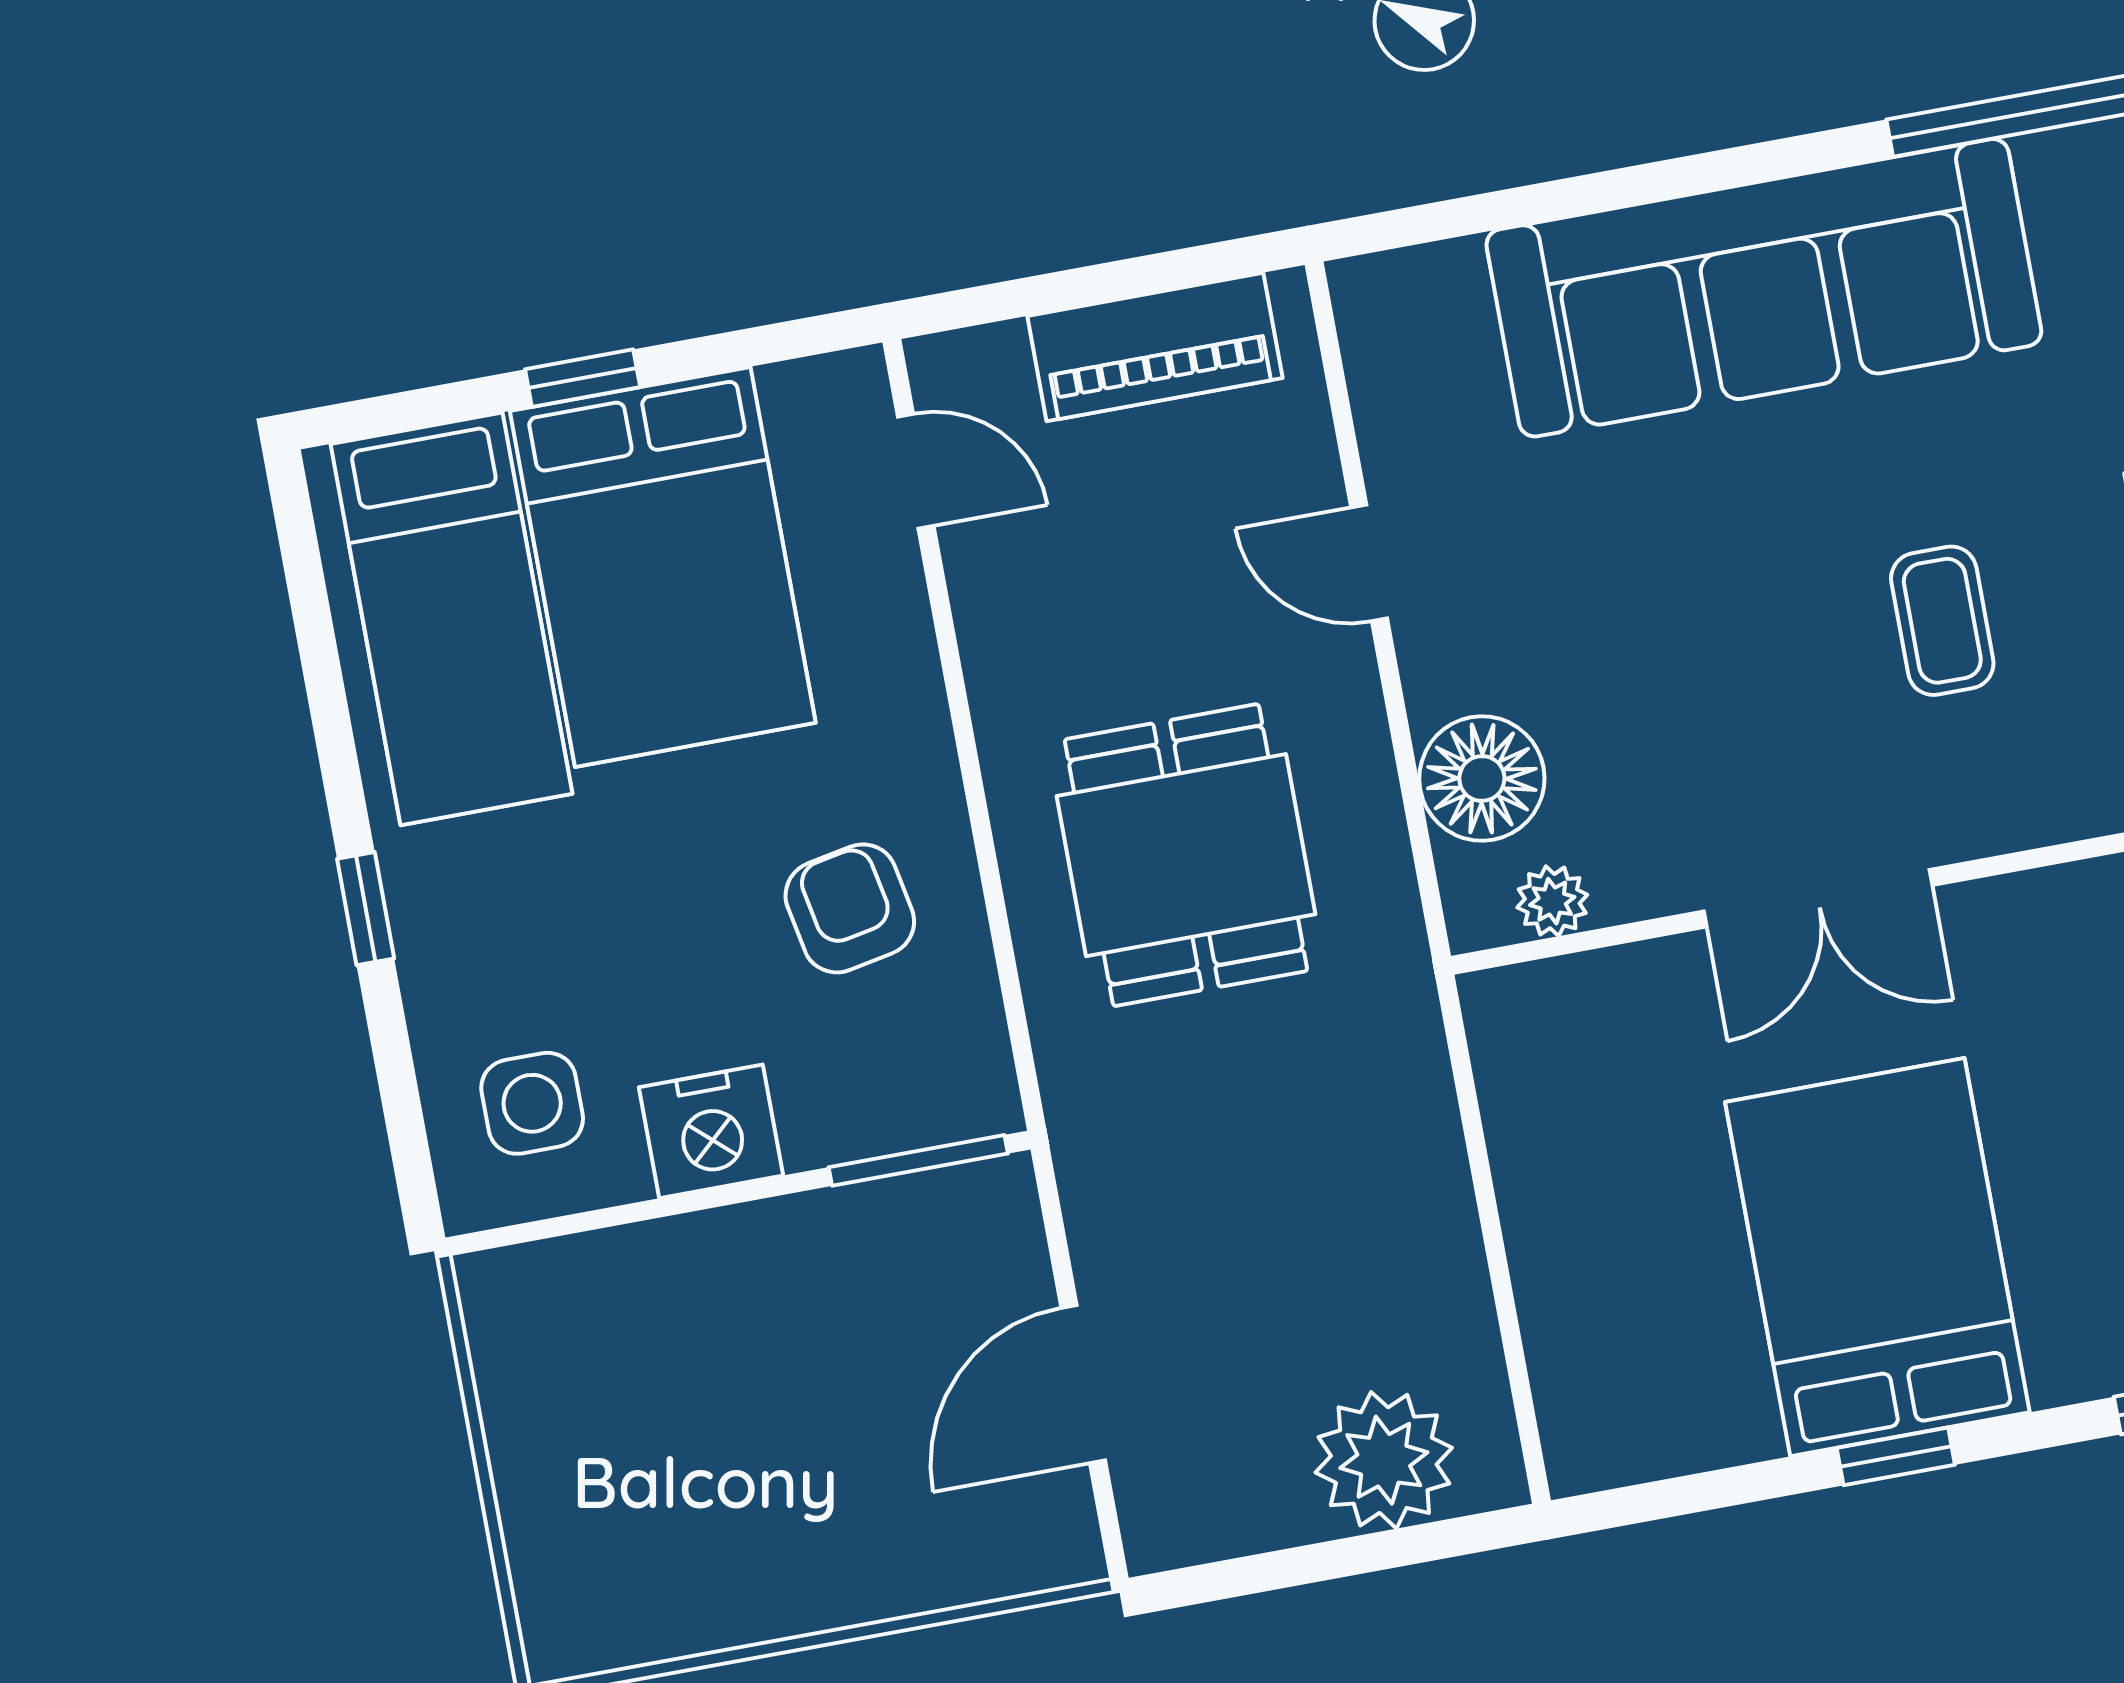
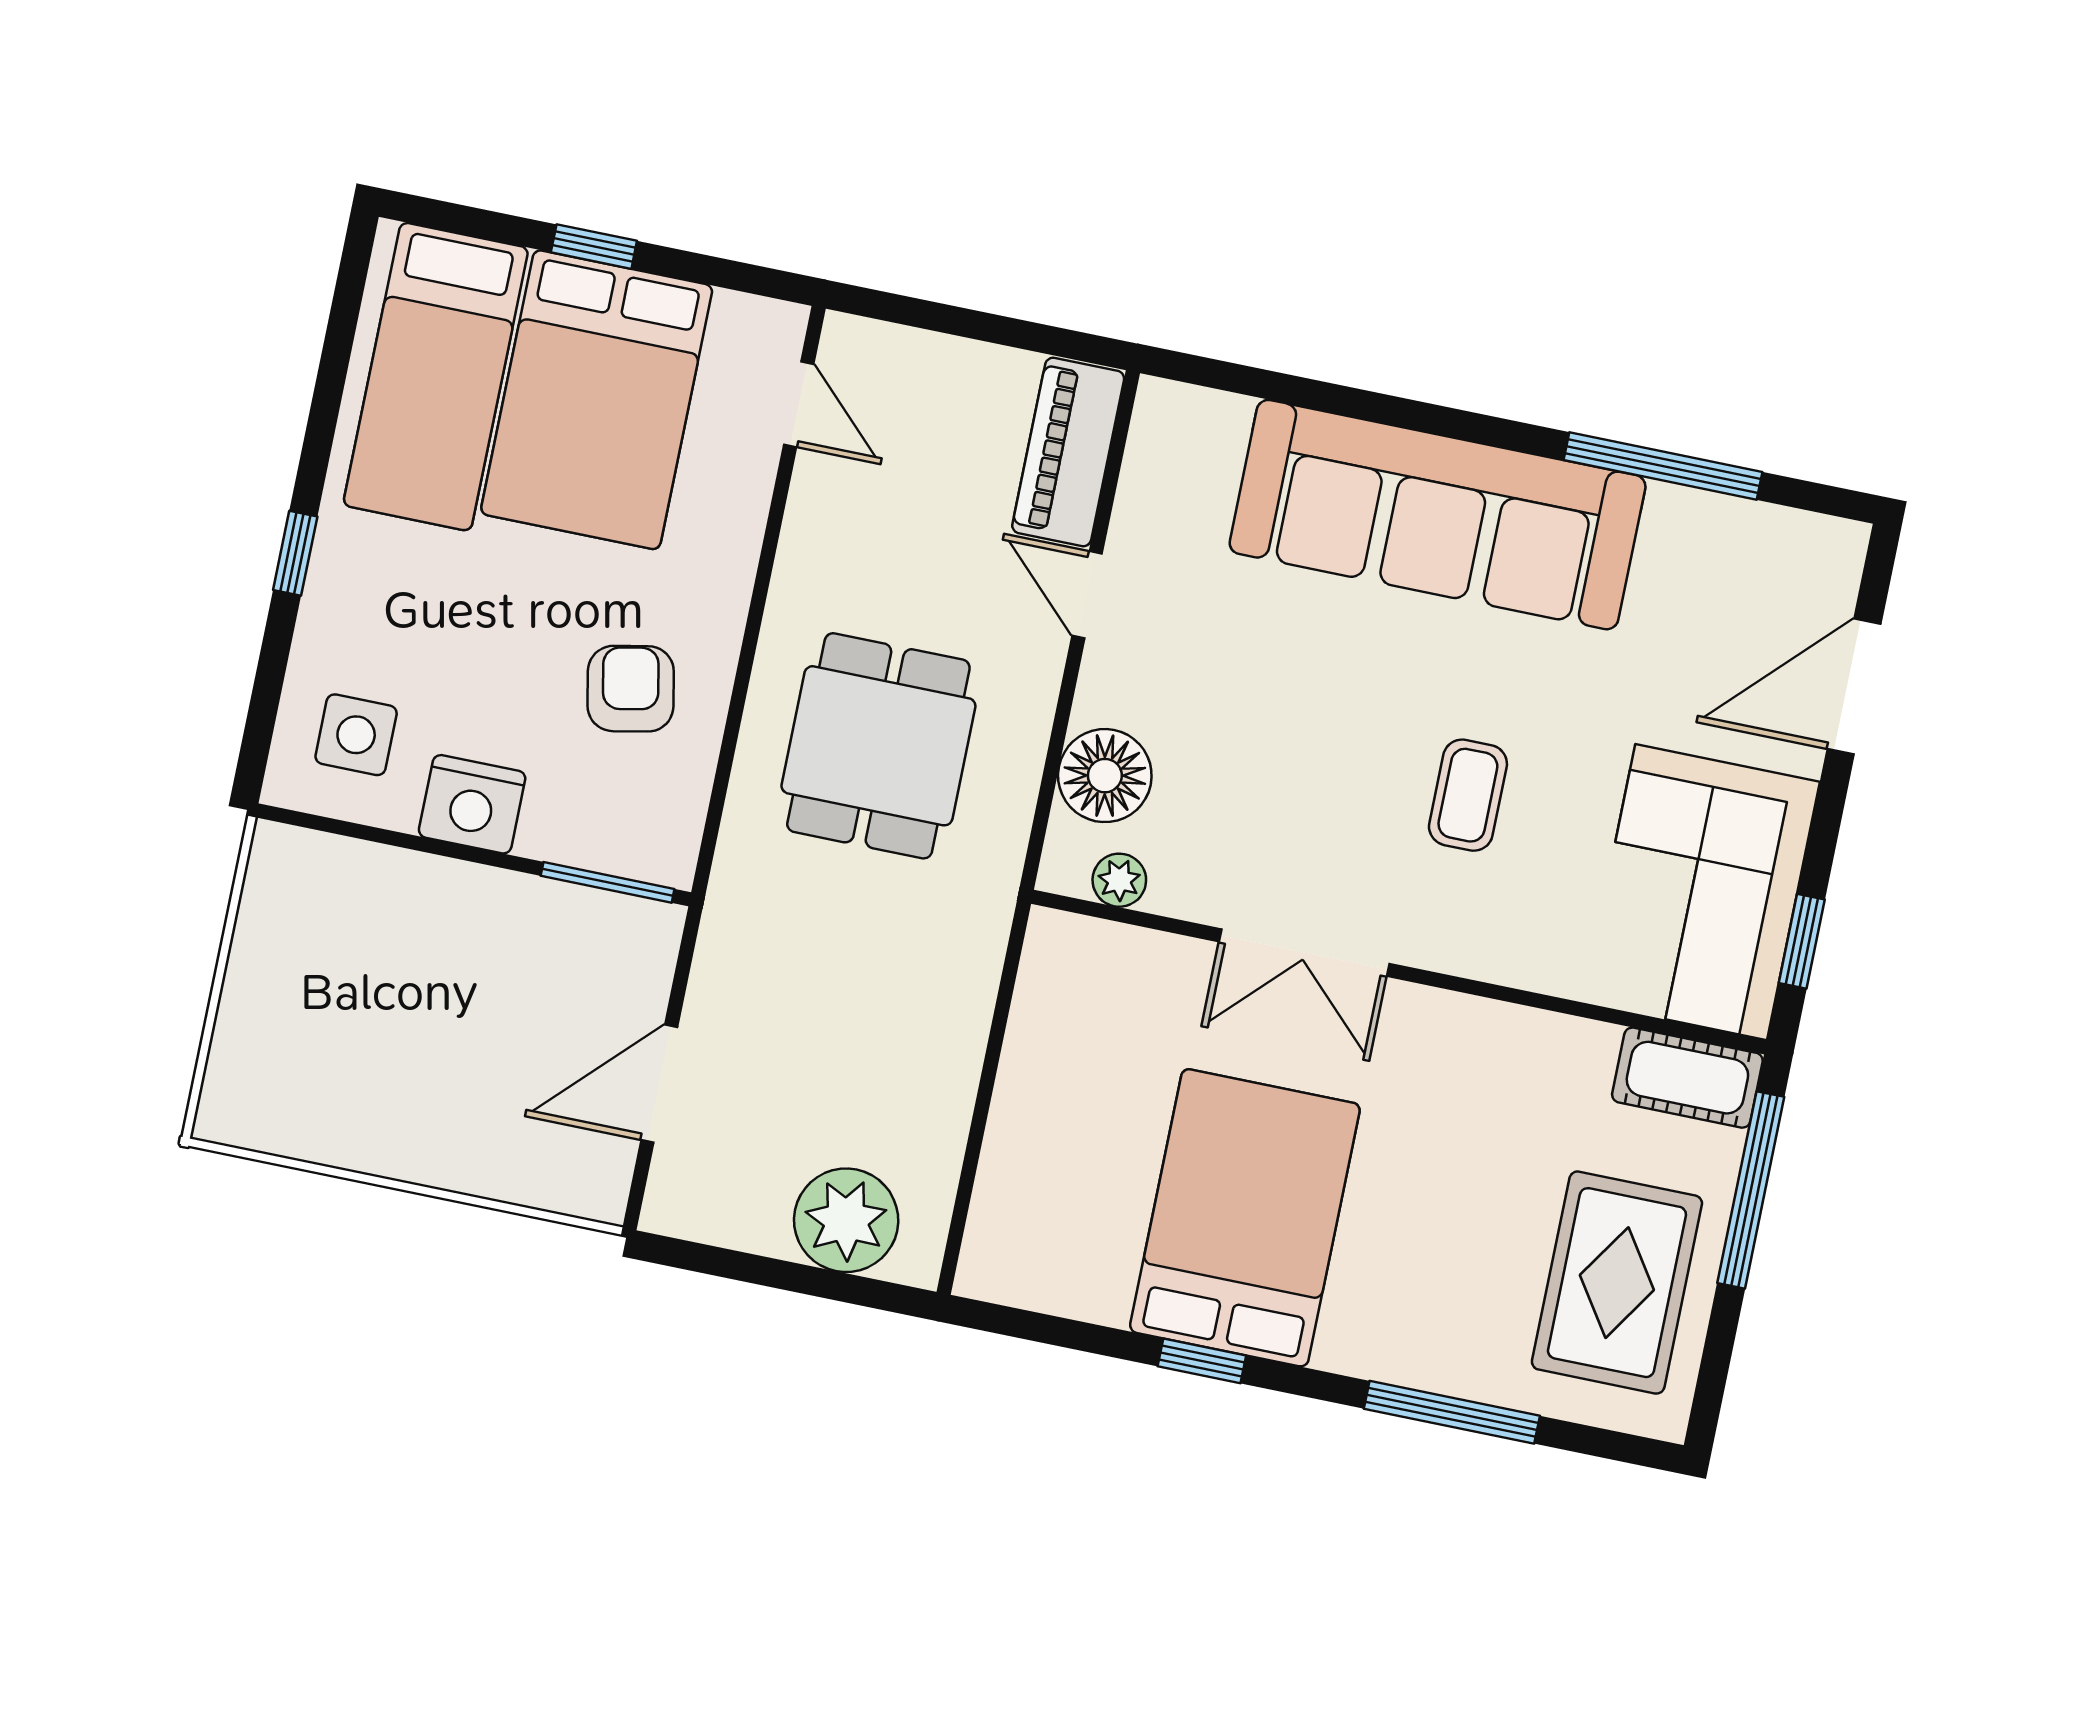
piano: (1155, 347) -> (1068, 452), moved, turned 90

